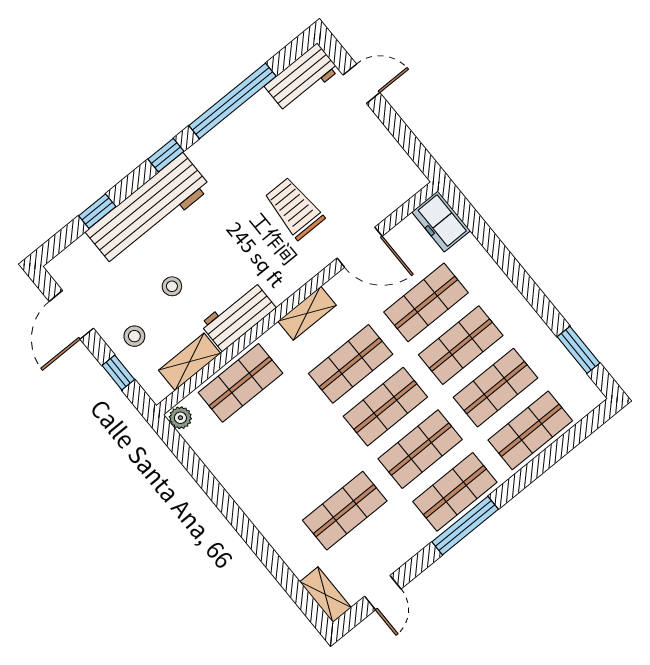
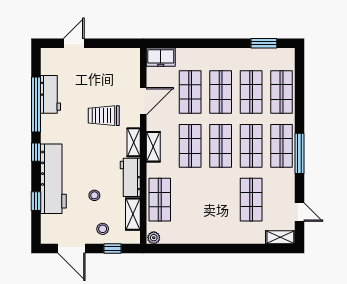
workbench: (302, 78) -> (50, 94), moved
shelving: (291, 281) -> (134, 142), added

